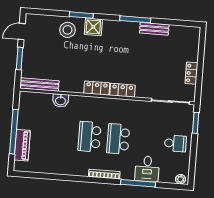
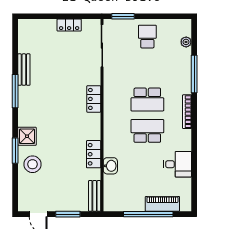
bench: (39, 84) -> (95, 196), width x0.73
locker: (97, 88) -> (94, 154), moved
school desk: (90, 137) -> (147, 131), turned 180
desk: (147, 169) -> (177, 164), moved
plant: (181, 179) -> (186, 42), moved

